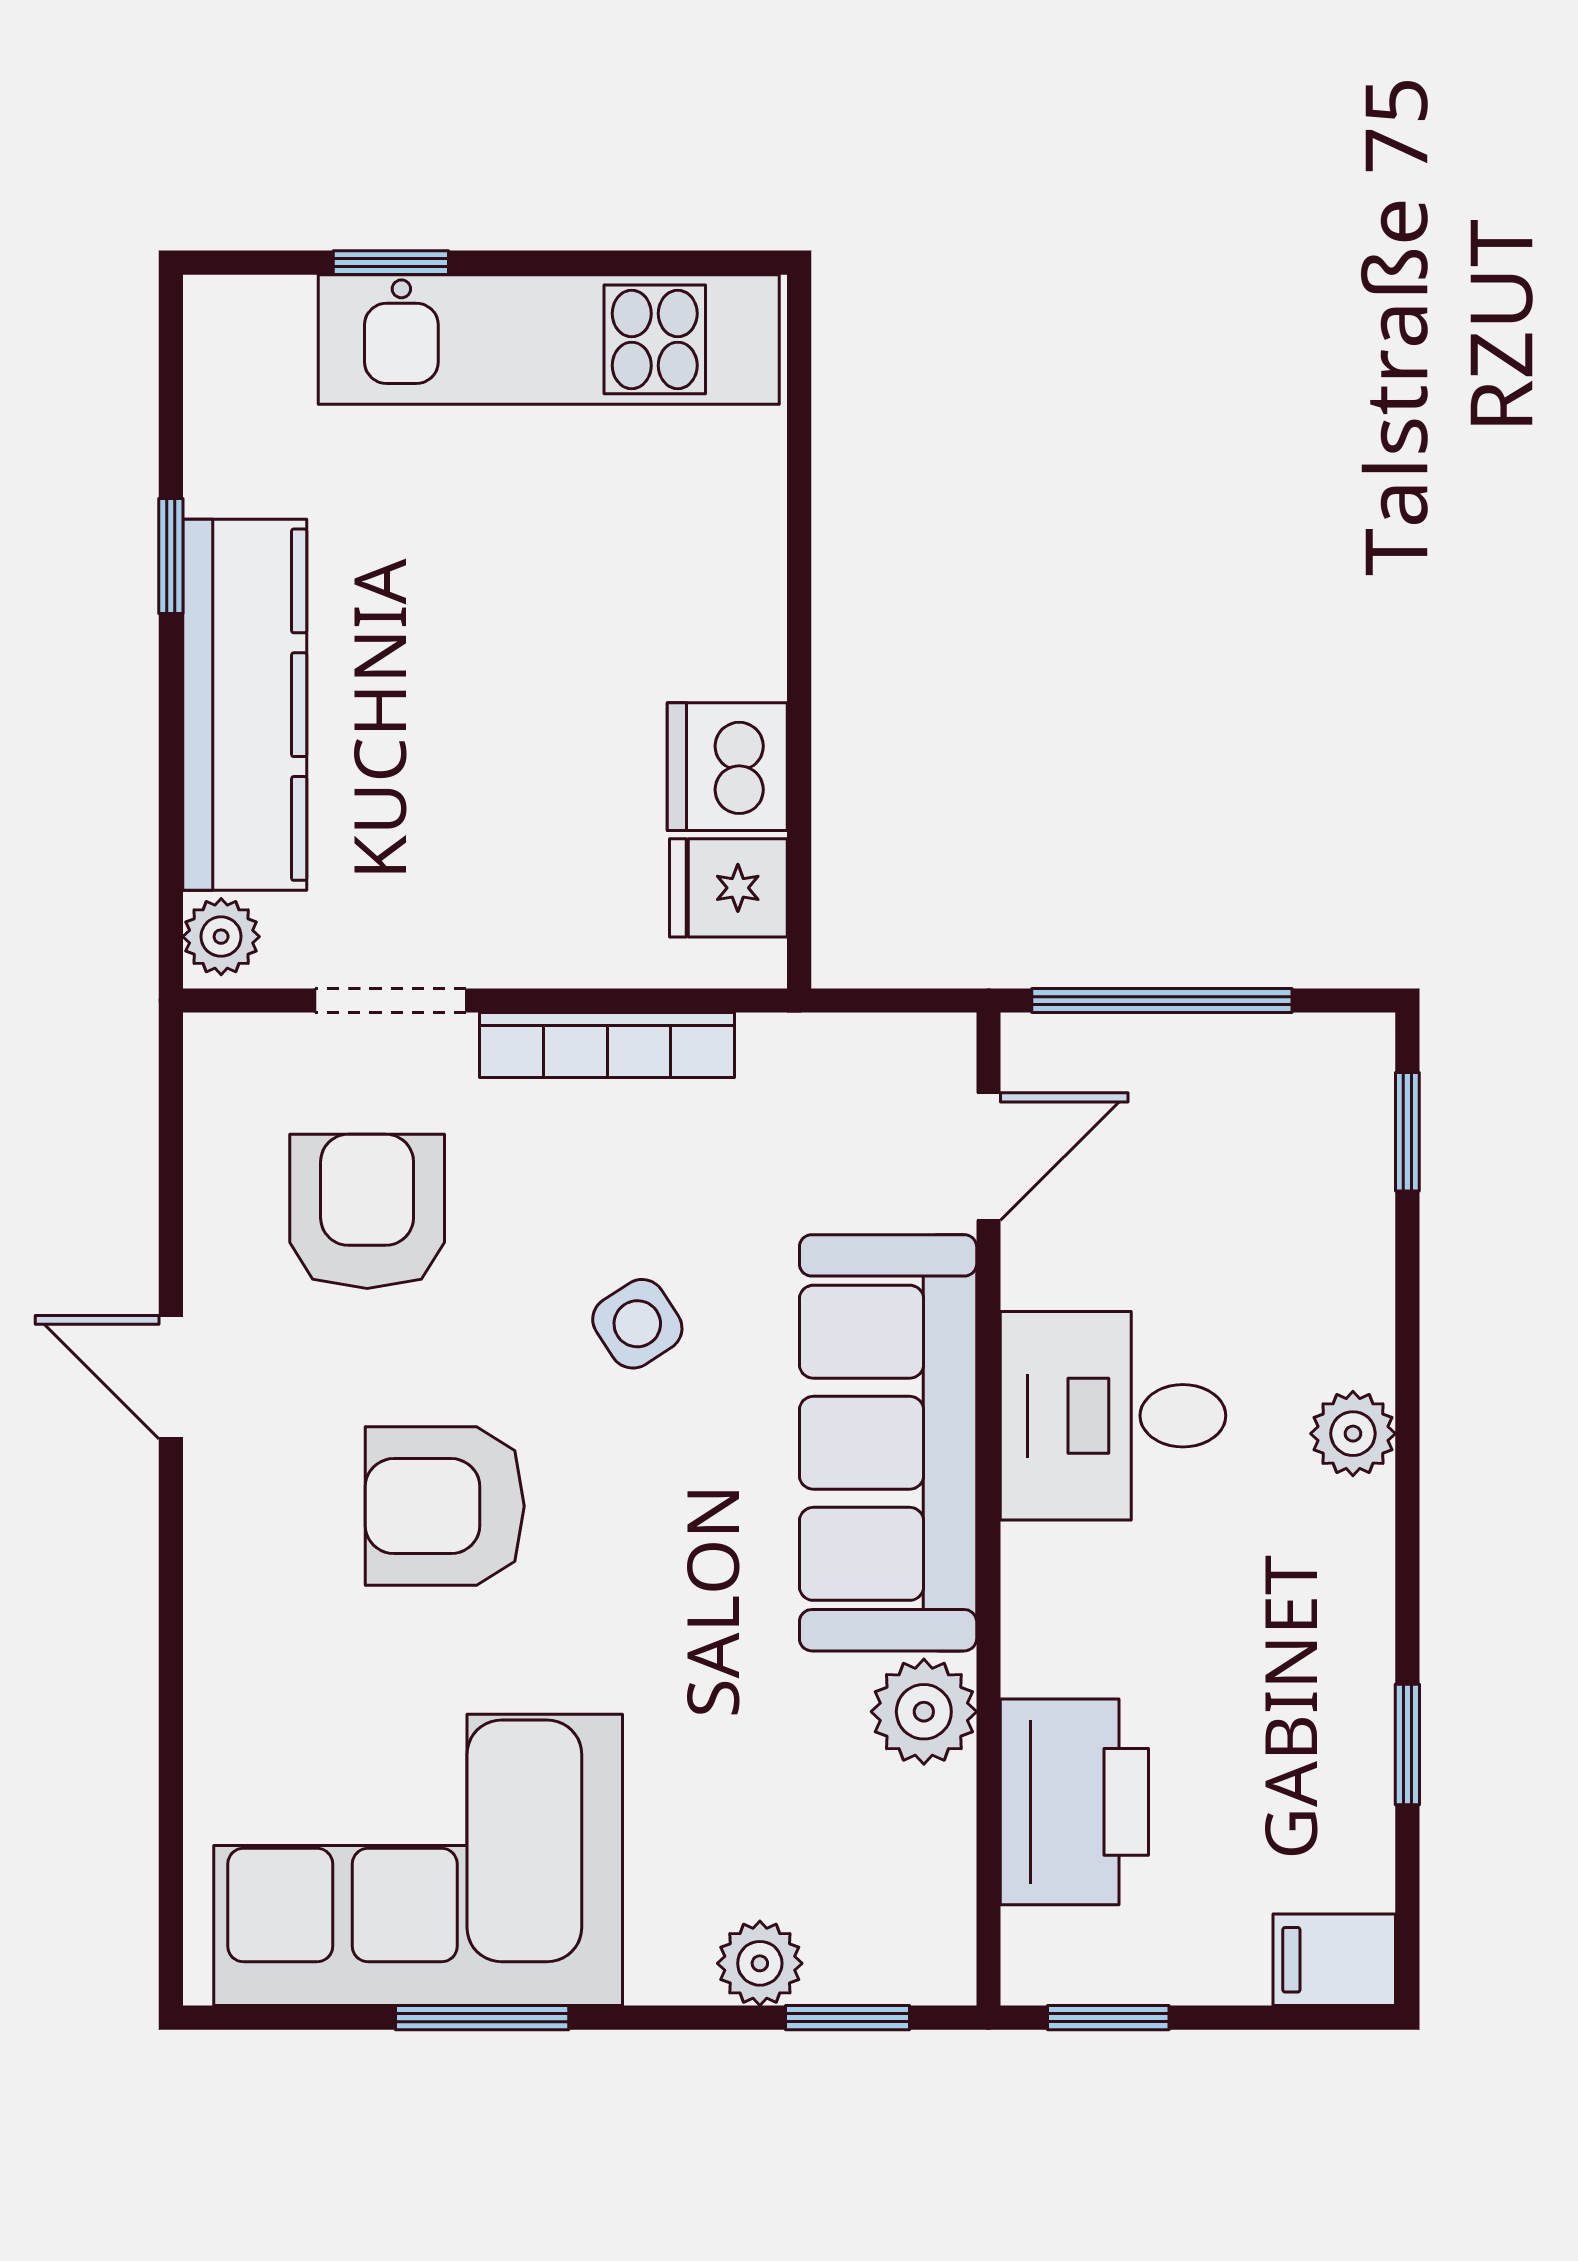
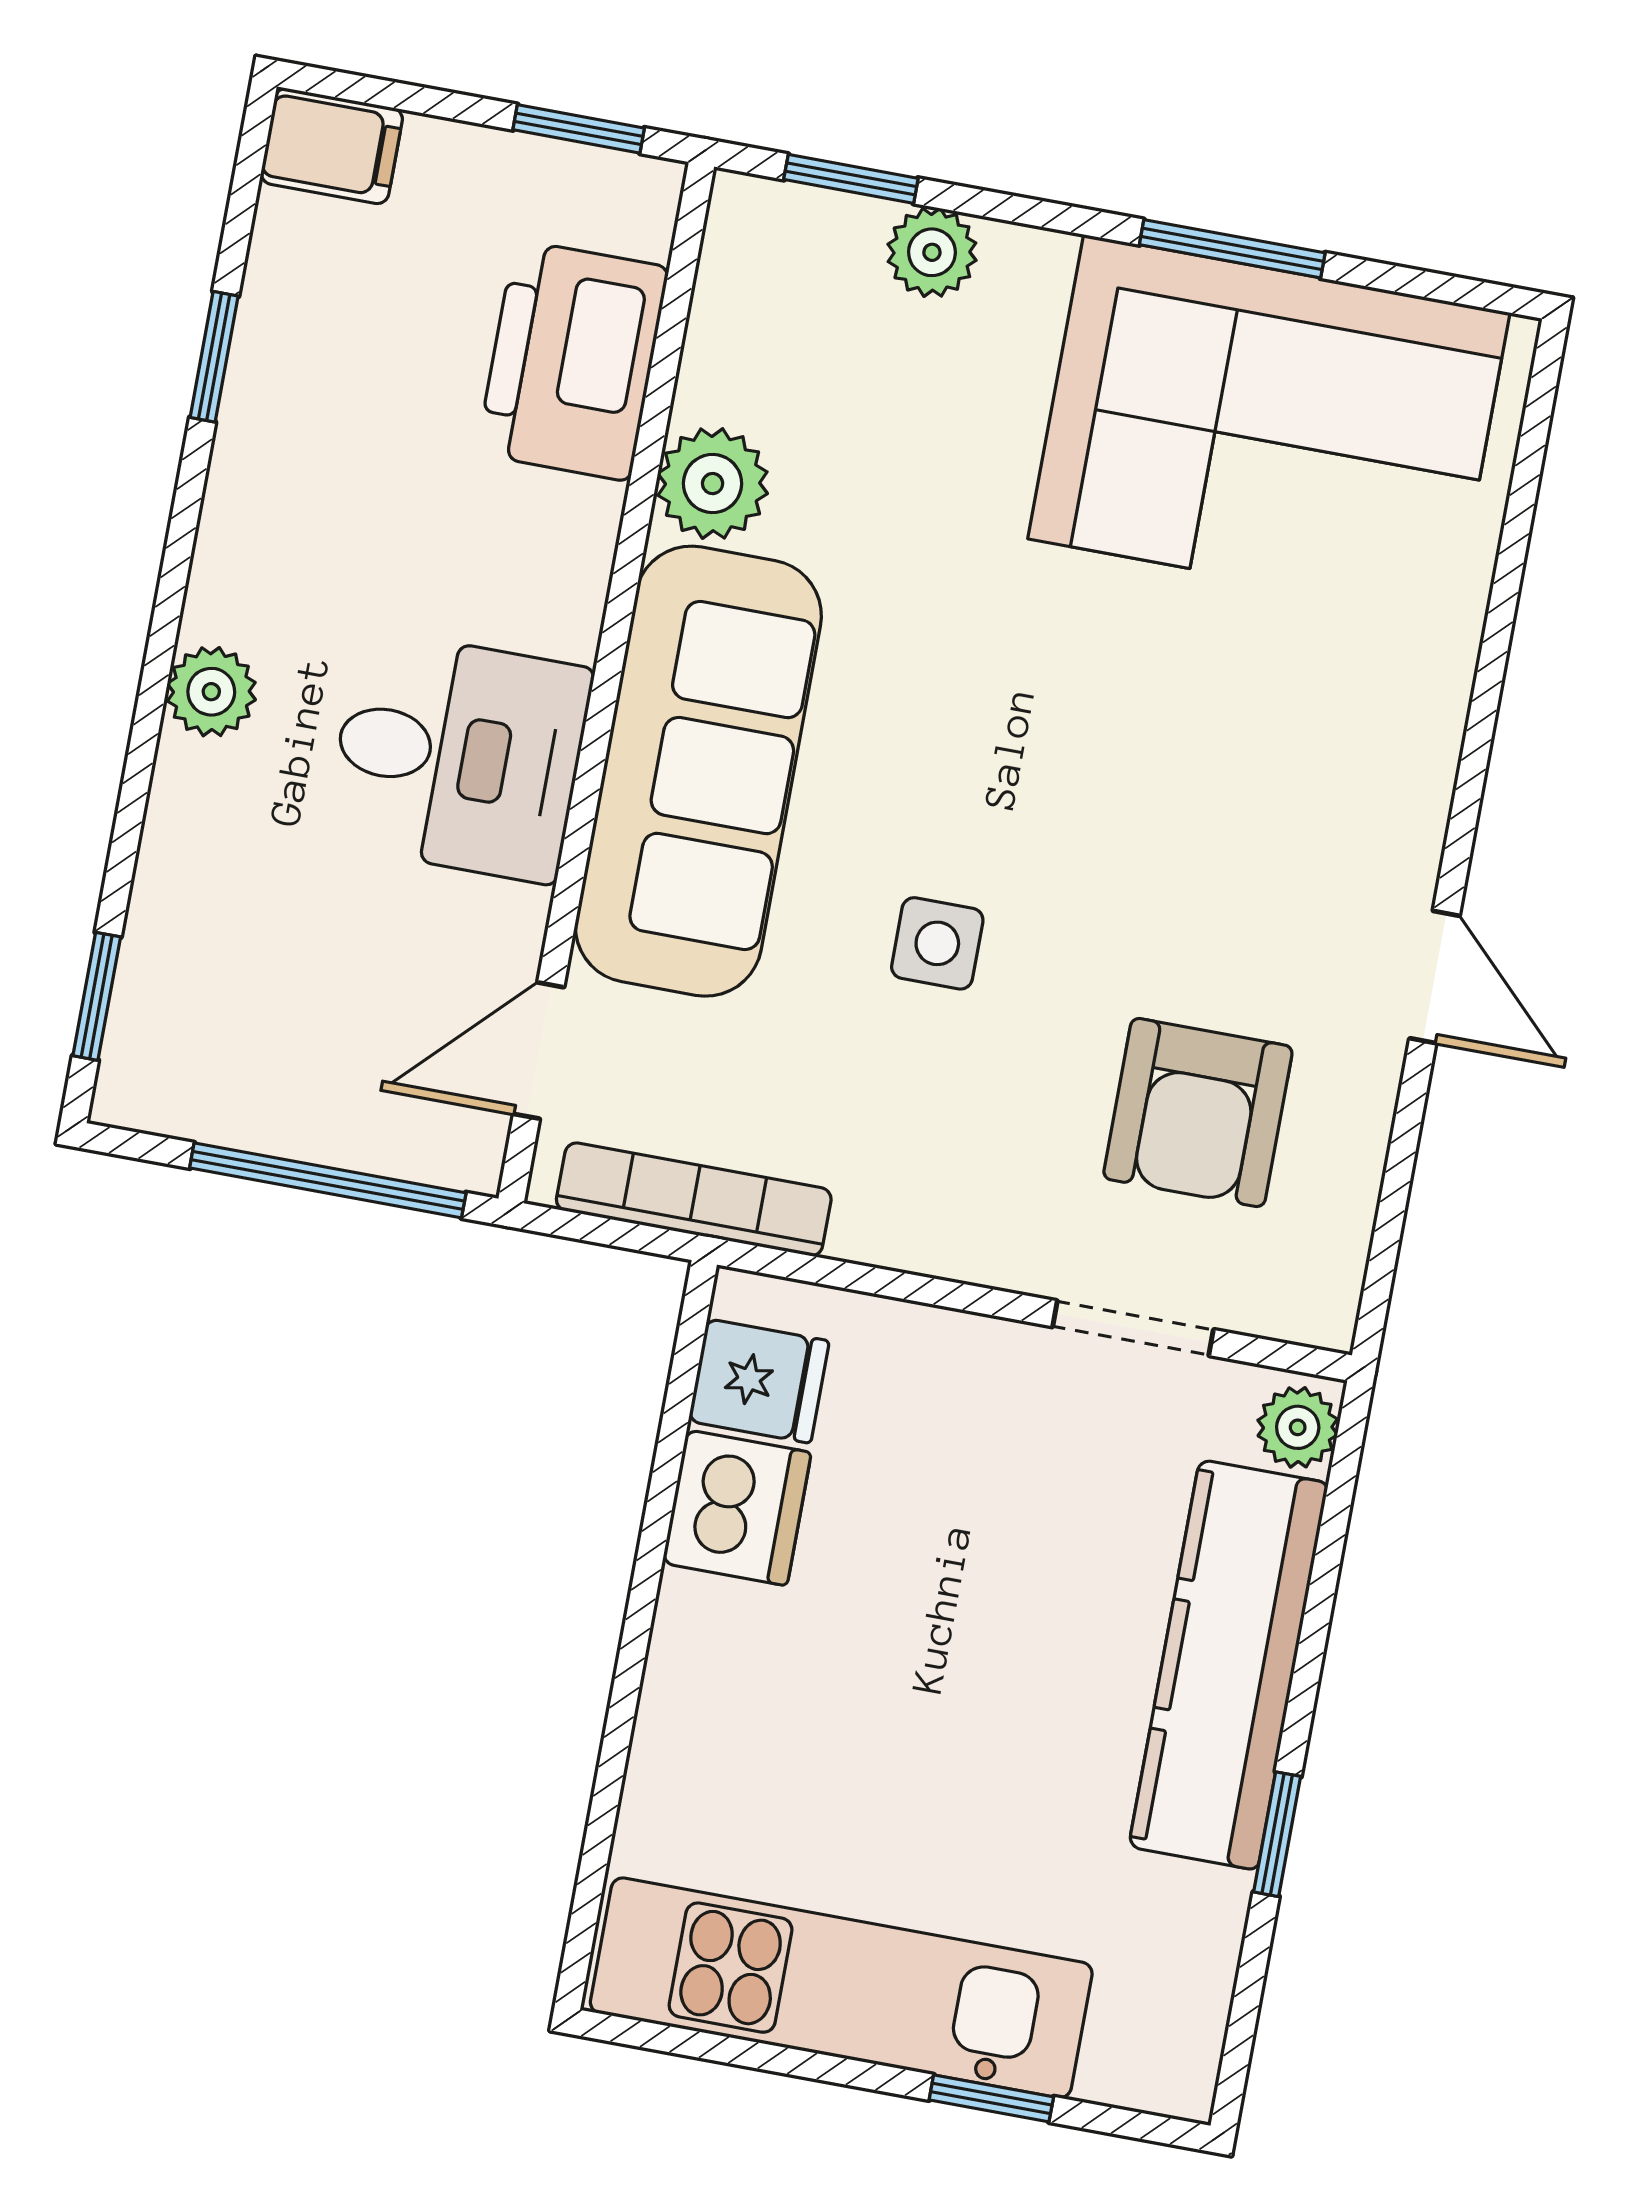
bookcase: (607, 1045) -> (694, 1199), moved
side table: (637, 1324) -> (937, 943), turned 33
armchair: (445, 1506) -> (1173, 790), removed

